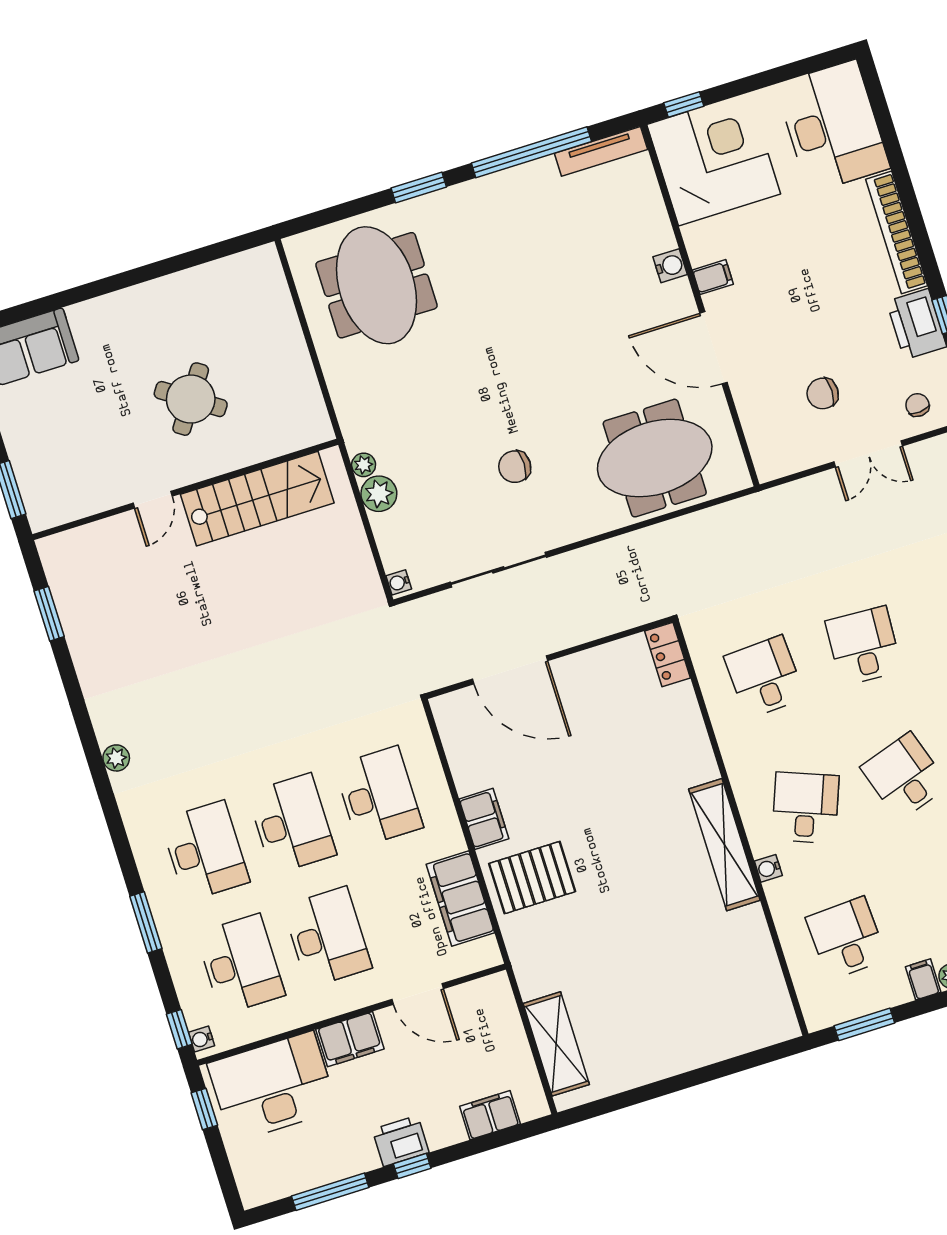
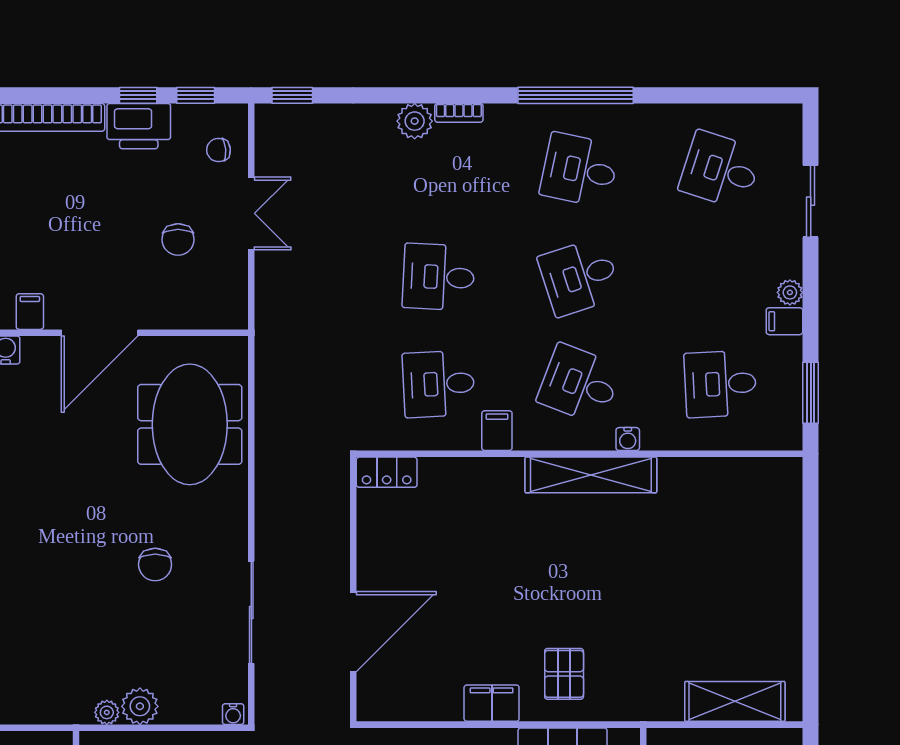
filing cabinet: (738, 745) -> (497, 431), added
pallet: (532, 878) -> (564, 674), width x0.67, depth x0.71

